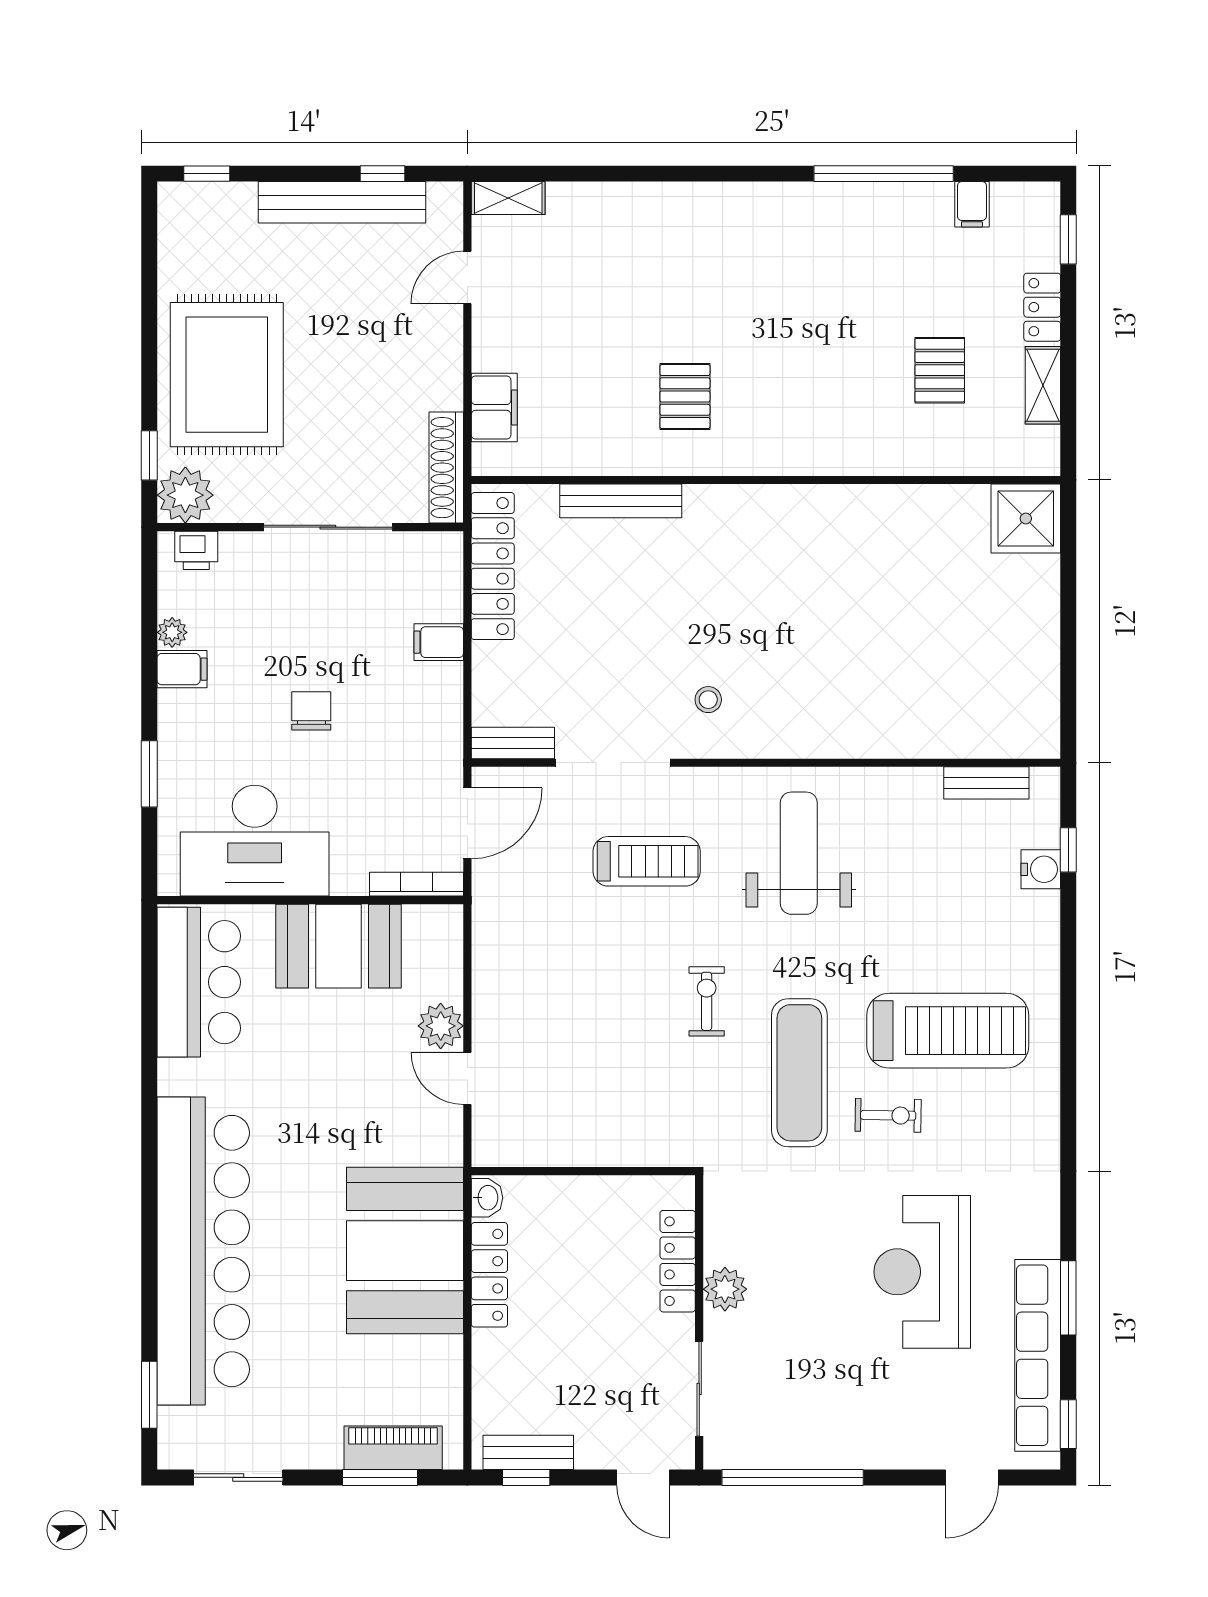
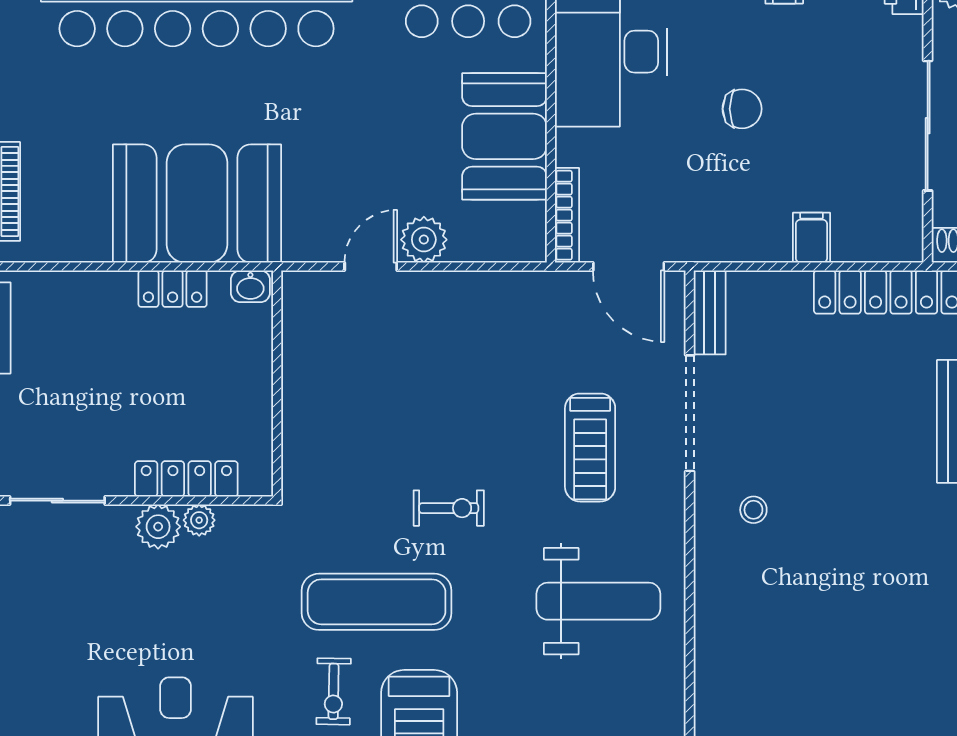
plant: (719, 1248) -> (199, 520), added
locker: (489, 1275) -> (173, 289), width x0.66

